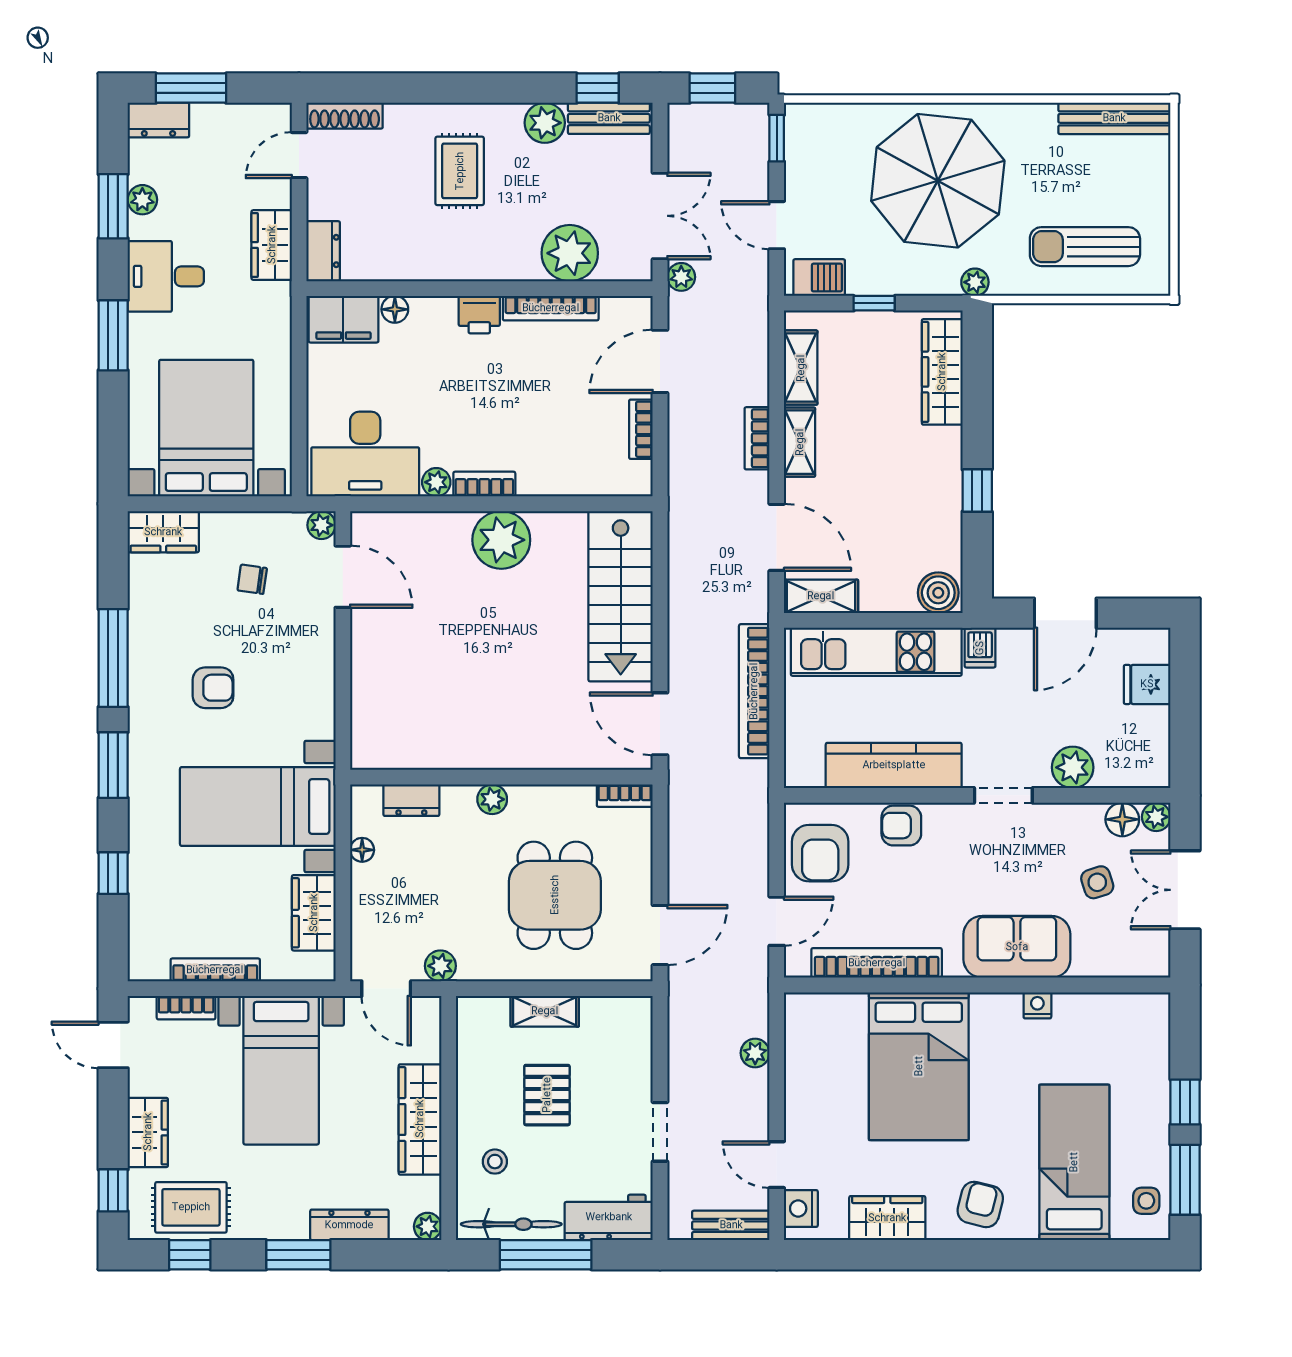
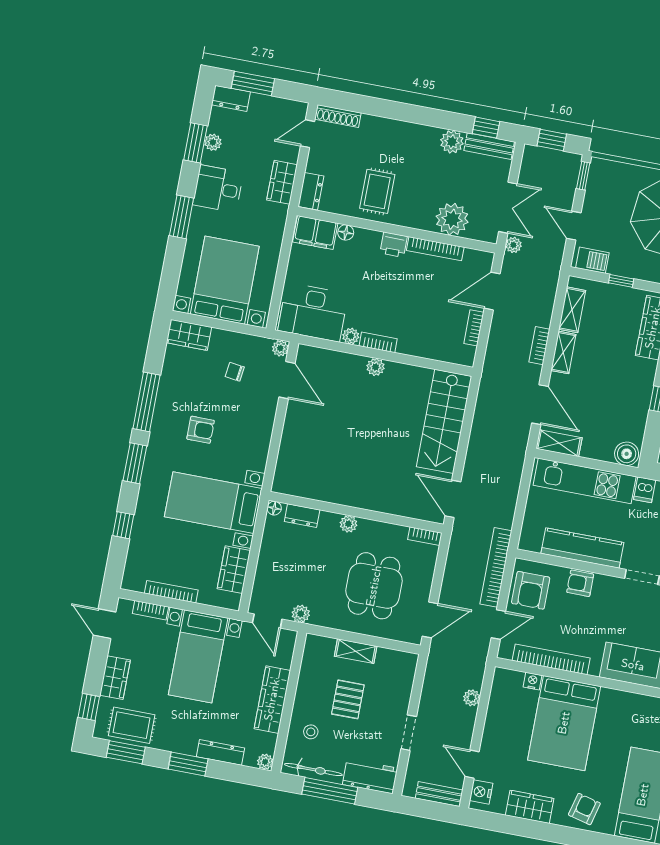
rug: (460, 171) -> (377, 191), moved
plant: (501, 540) -> (376, 367), width x0.53, depth x0.53
bookcase: (754, 691) -> (496, 567), moved
floor lamp: (362, 850) -> (274, 508), moved
nightstand: (1037, 1005) -> (532, 681), moved
window: (190, 1255) -> (126, 752), width x1.50

